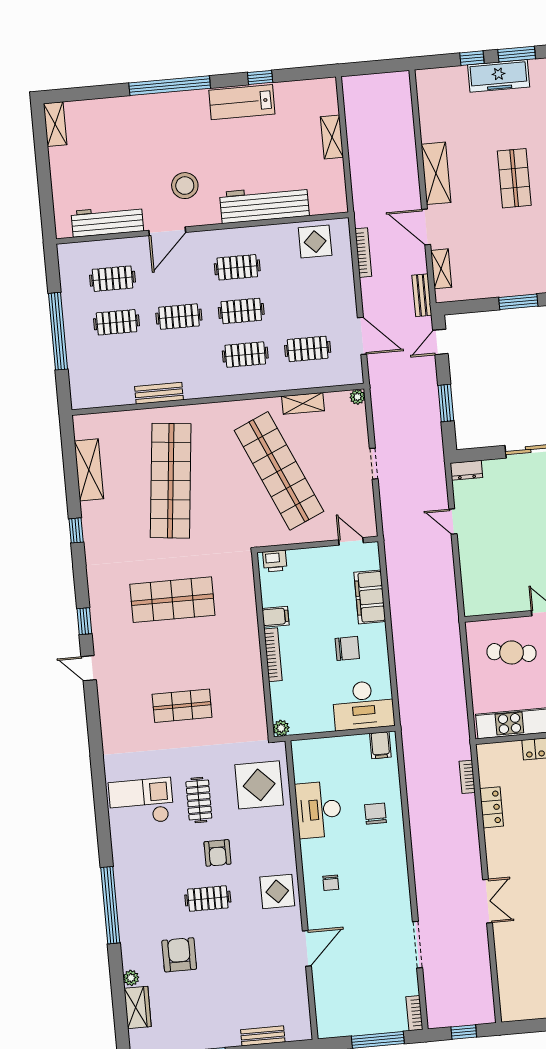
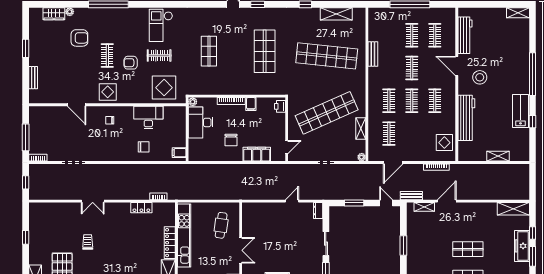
shelving: (436, 173) -> (513, 209), moved
desk: (363, 705) -> (201, 122), moved
checkout: (141, 802) -> (161, 25), turned 180

